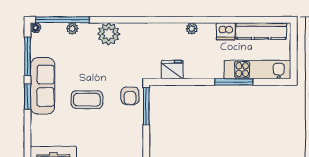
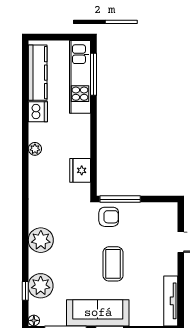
window: (63, 20) -> (25, 291), width x0.32
plant: (72, 29) -> (41, 286), width x1.87, depth x1.87
window: (234, 82) -> (93, 74), moved

